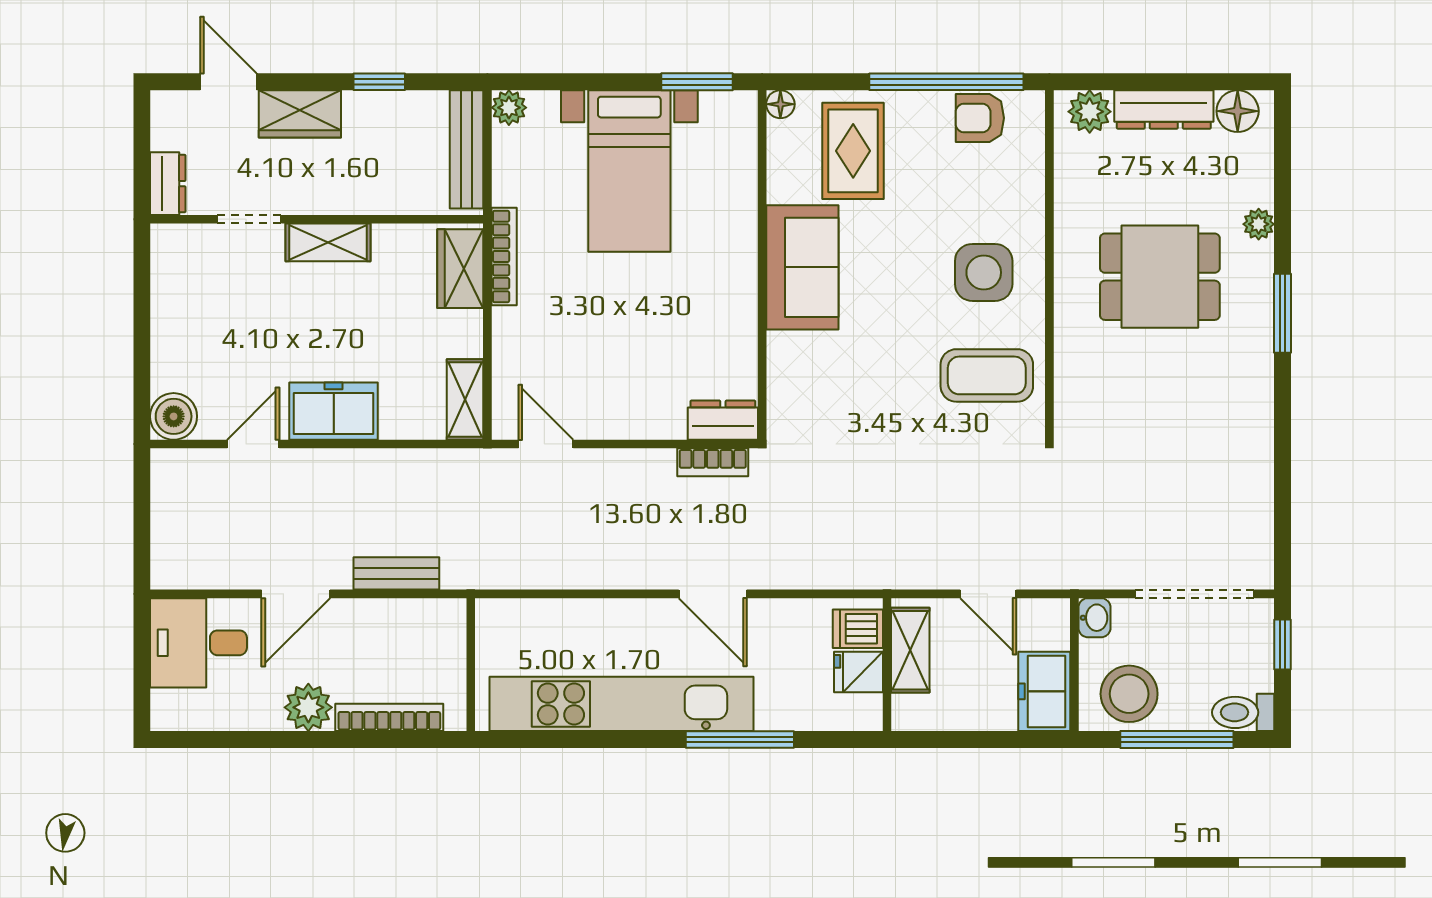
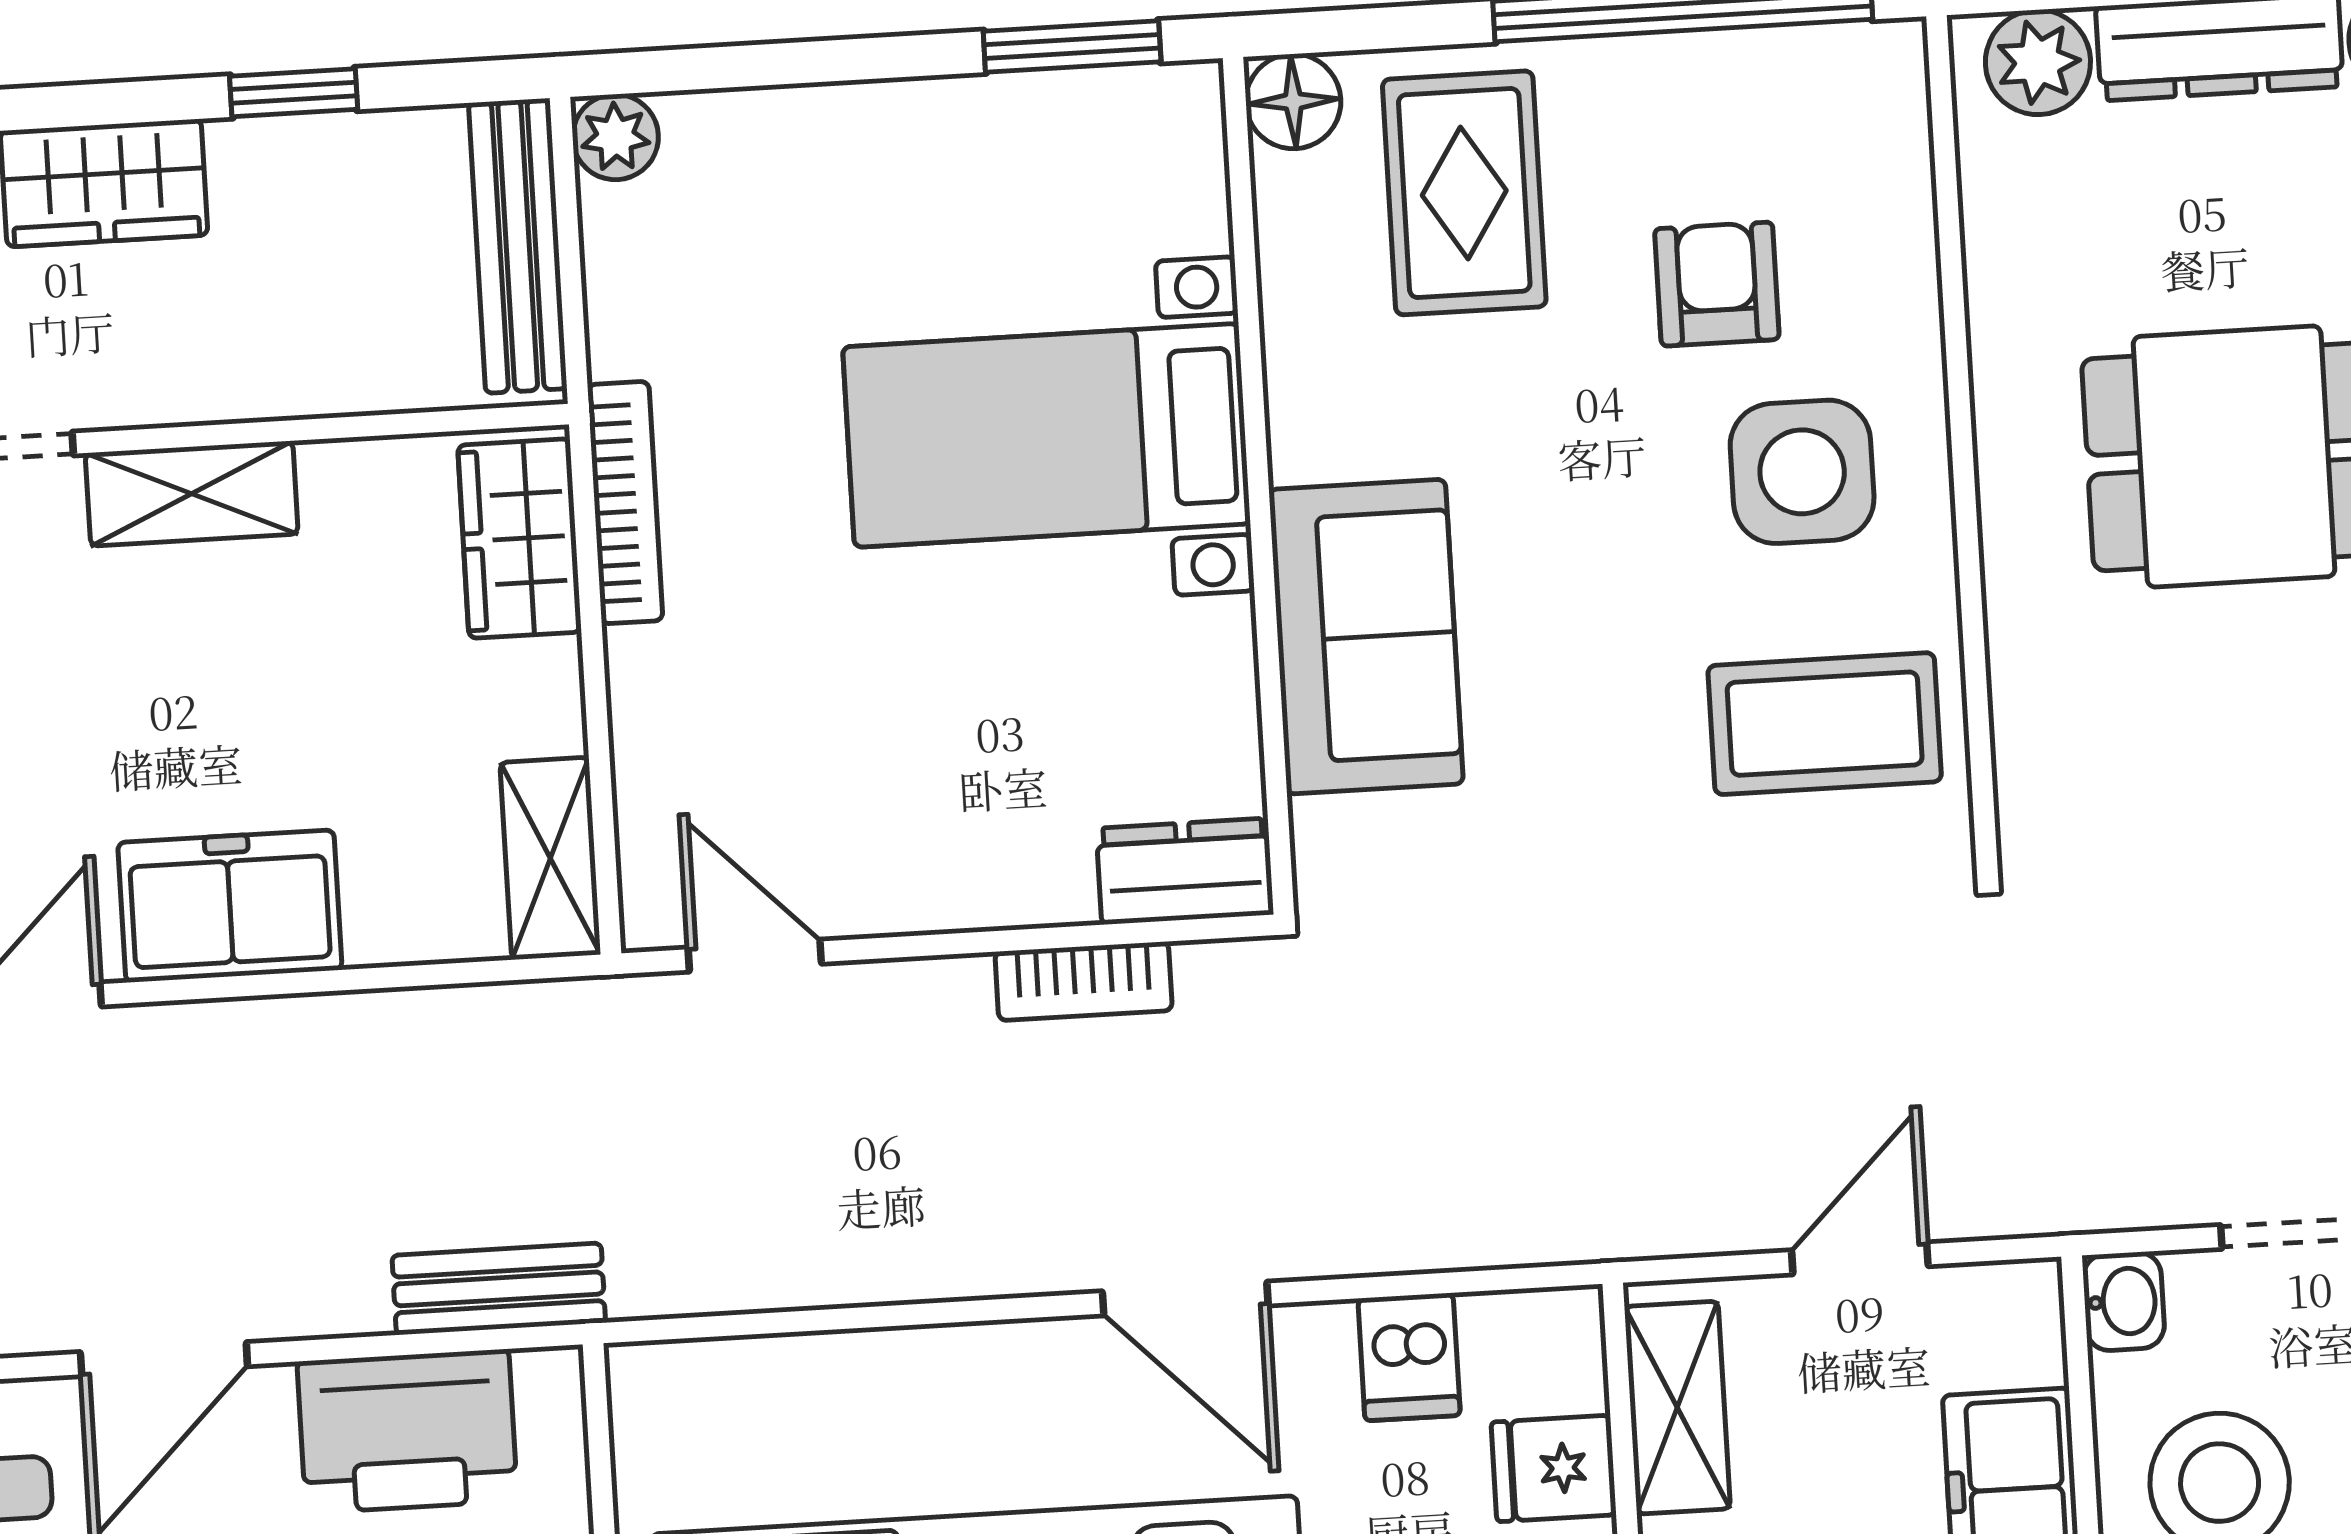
floor lamp: (780, 104) -> (1293, 101), width x1.37, depth x1.37
armchair: (980, 118) -> (1717, 284), moved, turned 90
bed with nightstands: (629, 171) -> (1046, 435), moved, turned 90
sofa: (802, 267) -> (1366, 637), moved
bookcase: (713, 462) -> (1084, 981), moved
bench: (396, 573) -> (499, 1289), moved
door: (988, 594) -> (1860, 1258), swing flipped
printer: (393, 629) -> (407, 1431), added
dishwasher: (858, 629) -> (1409, 1357), moved, turned -90

